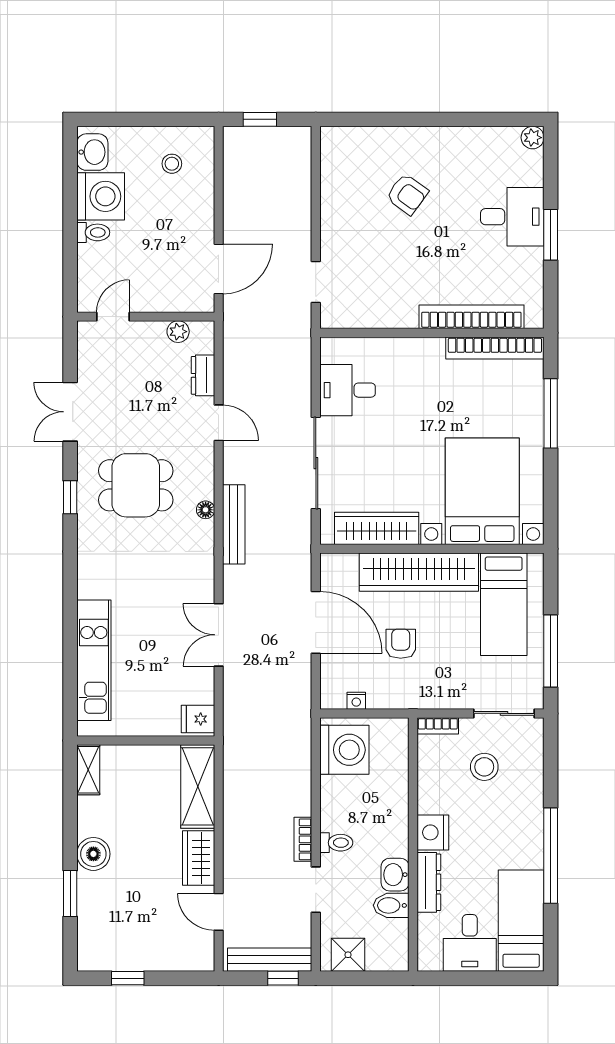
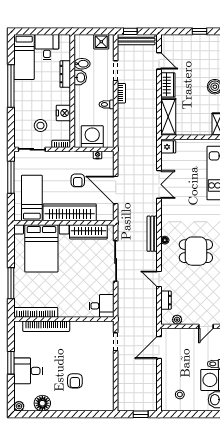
floor lamp: (480, 144) -> (42, 403), added
armchair: (407, 194) -> (75, 381), turned -126
desk: (348, 390) -> (101, 306), moved
washing machine: (344, 750) -> (92, 137), moved, turned 90
nightstand: (433, 832) -> (63, 113), moved
toilet: (336, 843) -> (107, 104), moved

